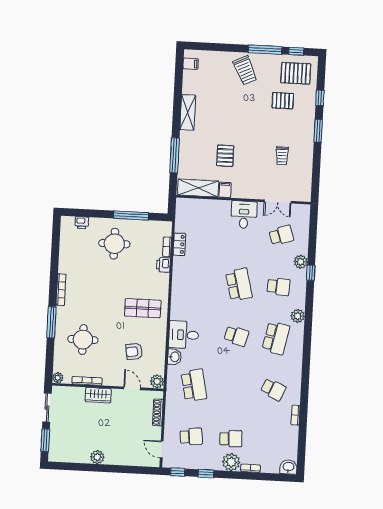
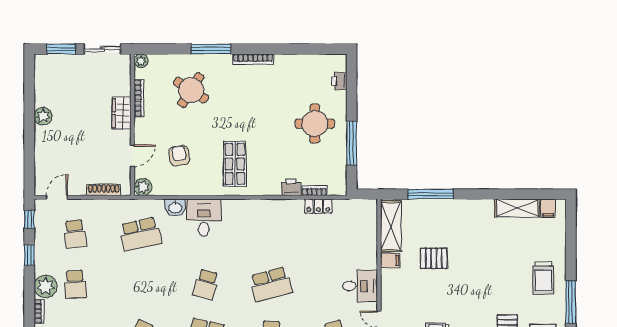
trolley: (245, 70) -> (543, 278), turned -64
shelving: (188, 112) -> (517, 208), moved
round table: (83, 340) -> (191, 90), turned 32

